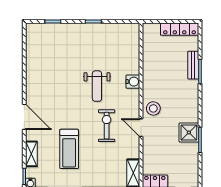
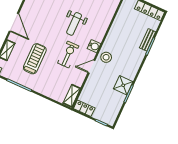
water cooler: (133, 82) -> (94, 46), moved
door: (141, 128) -> (91, 67), hinge flipped
treadmill: (69, 149) -> (35, 59), turned 180

